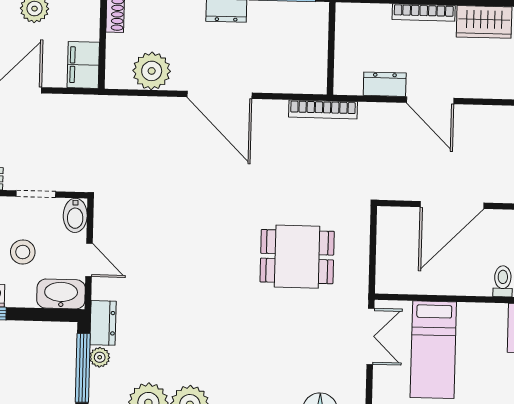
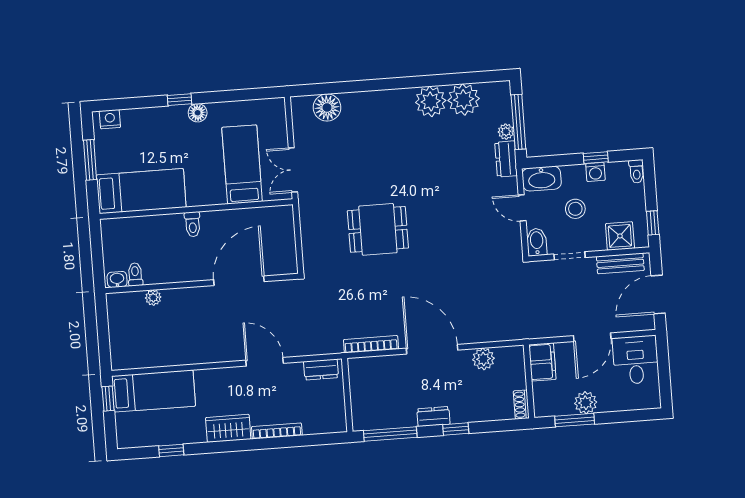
plant: (152, 71) -> (483, 359), width x0.73, depth x0.73
dresser: (385, 84) -> (321, 370), moved
bookcase: (323, 109) -> (371, 344), moved
dining table: (297, 257) -> (378, 229), moved

